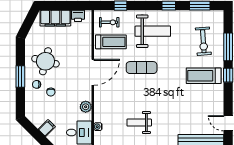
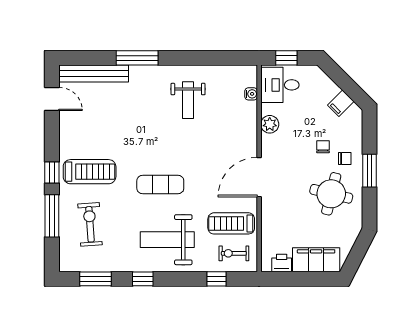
exercise mat: (142, 68) -> (160, 185), moved
weight bench: (139, 123) -> (188, 100), turned 90
filing cabinet: (47, 128) -> (341, 103), moved

